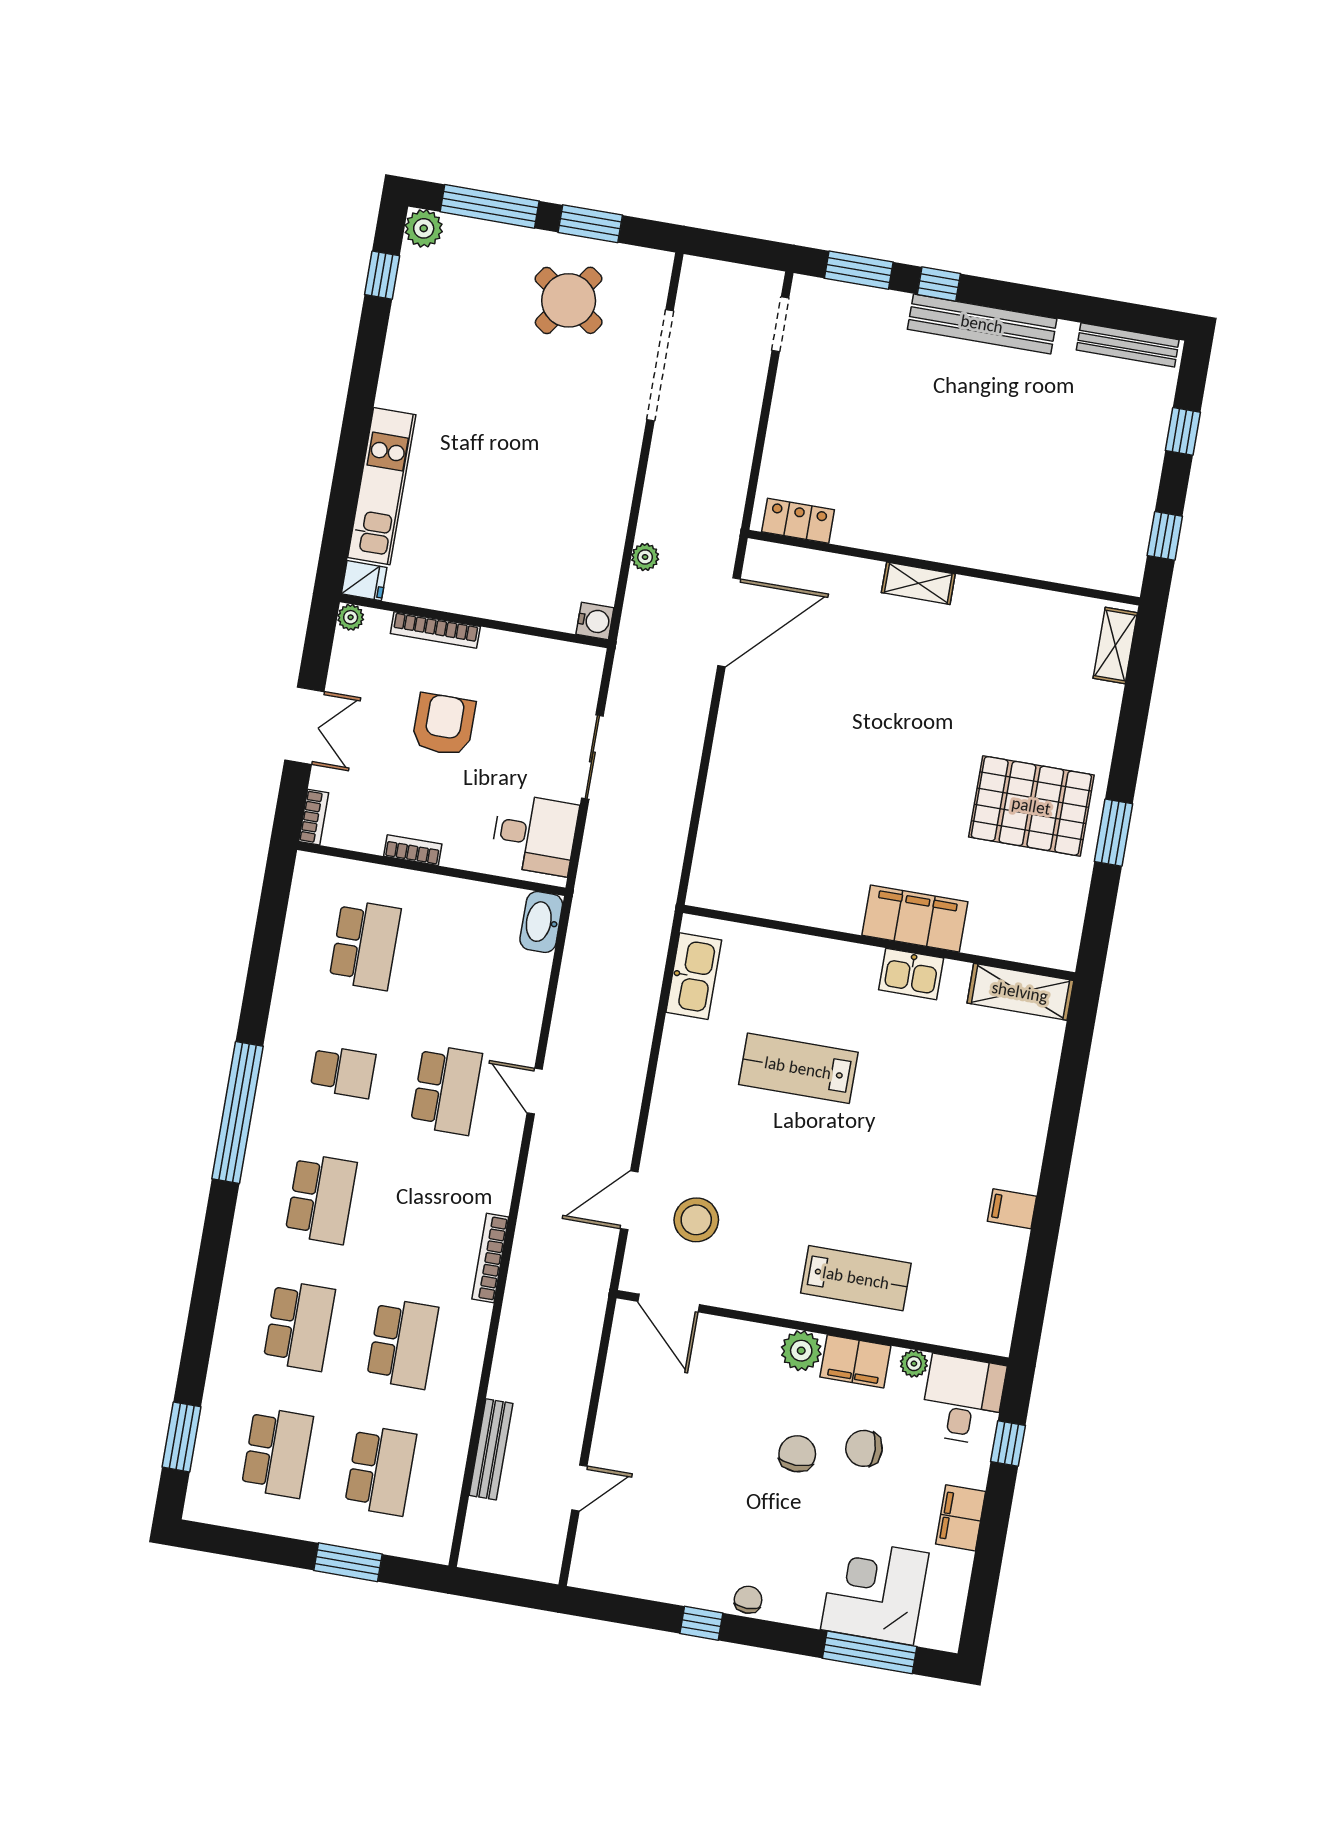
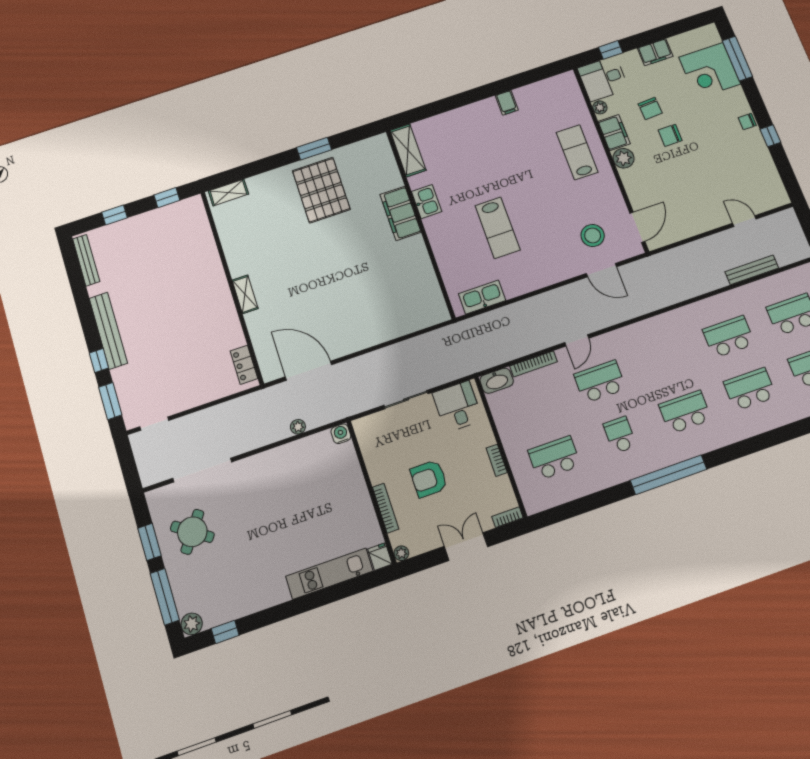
bookcase: (490, 1258) -> (534, 364), moved

